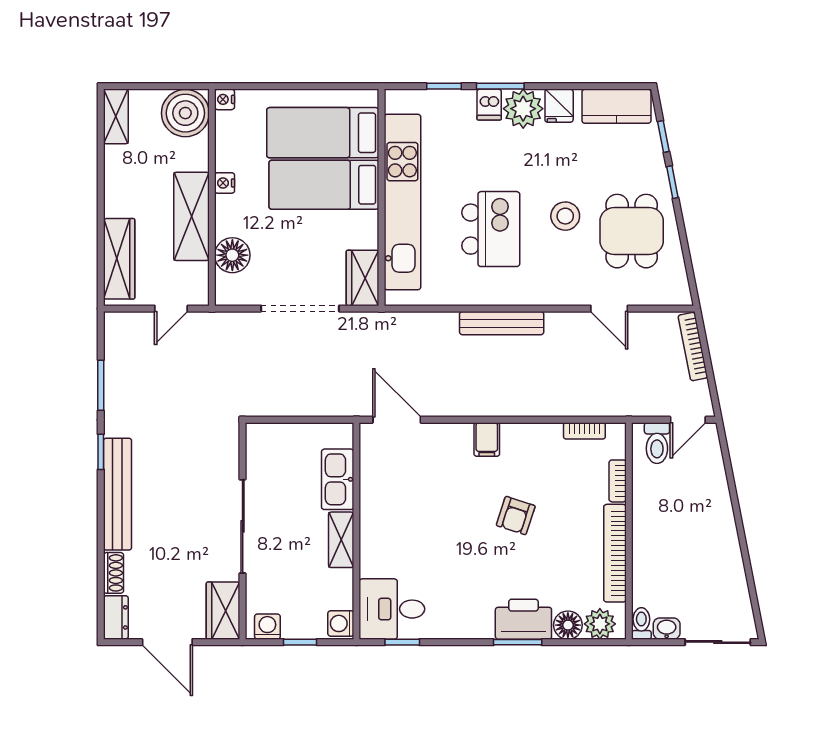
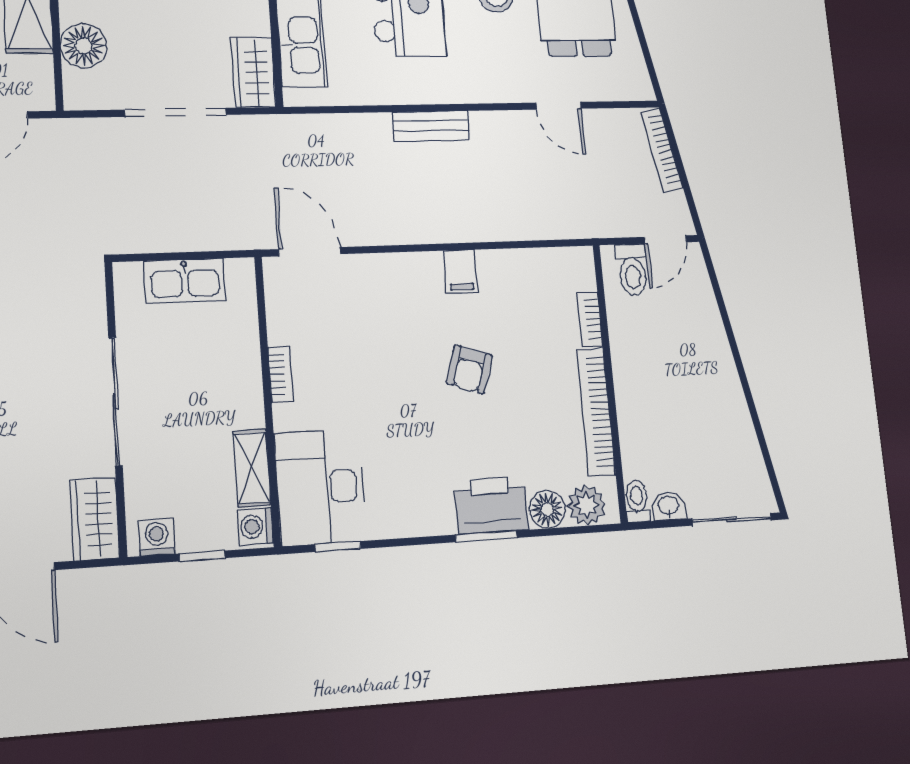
bench: (502, 323) -> (431, 126), width x0.73
bookcase: (584, 431) -> (280, 374), moved, turned -90
filing cabinet: (487, 439) -> (461, 272), moved
kitchen sink: (338, 479) -> (185, 281), moved, turned -90
shelving: (341, 540) -> (252, 468), moved
desk: (392, 609) -> (320, 487), width x1.37

